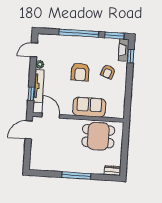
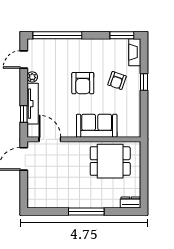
window: (79, 33) -> (57, 35), moved
window: (131, 56) -> (144, 82), moved

